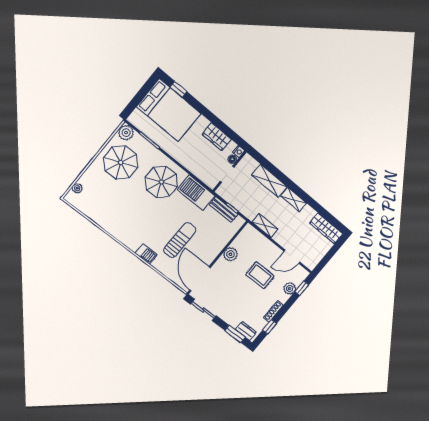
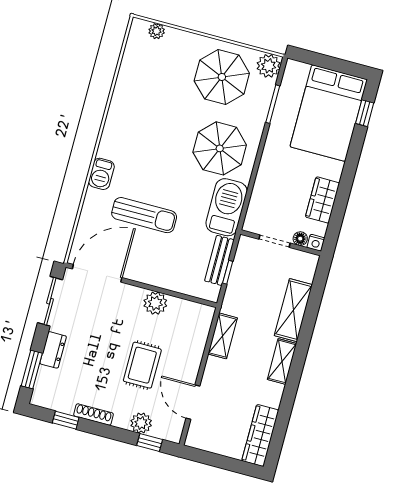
dresser: (246, 331) -> (53, 350), moved

